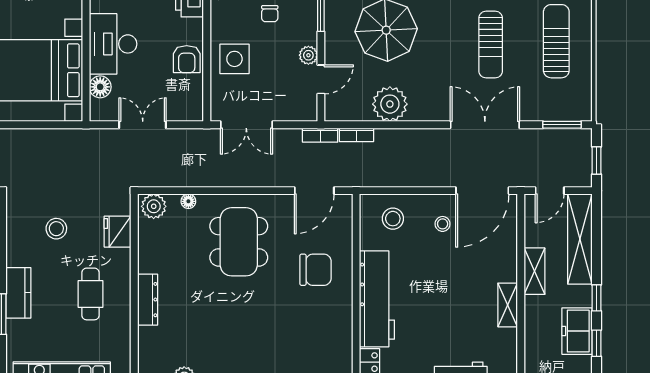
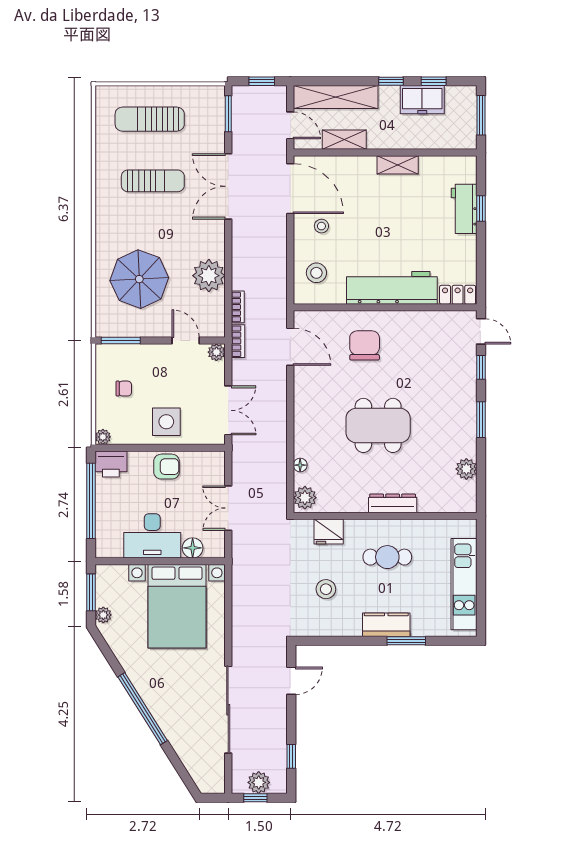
plant: (308, 55) -> (216, 352), moved
dining table: (239, 242) -> (378, 425), moved
shelving: (534, 271) -> (344, 140), moved

